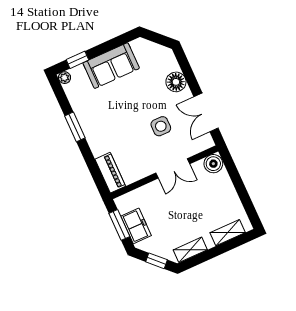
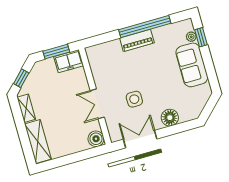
plant: (65, 78) -> (191, 37), moved
window: (75, 127) -> (145, 27), width x2.11
piano: (110, 173) -> (137, 40), moved
freezer: (136, 226) -> (69, 61), moved
shelving: (228, 233) -> (38, 141), width x1.50, depth x1.33

